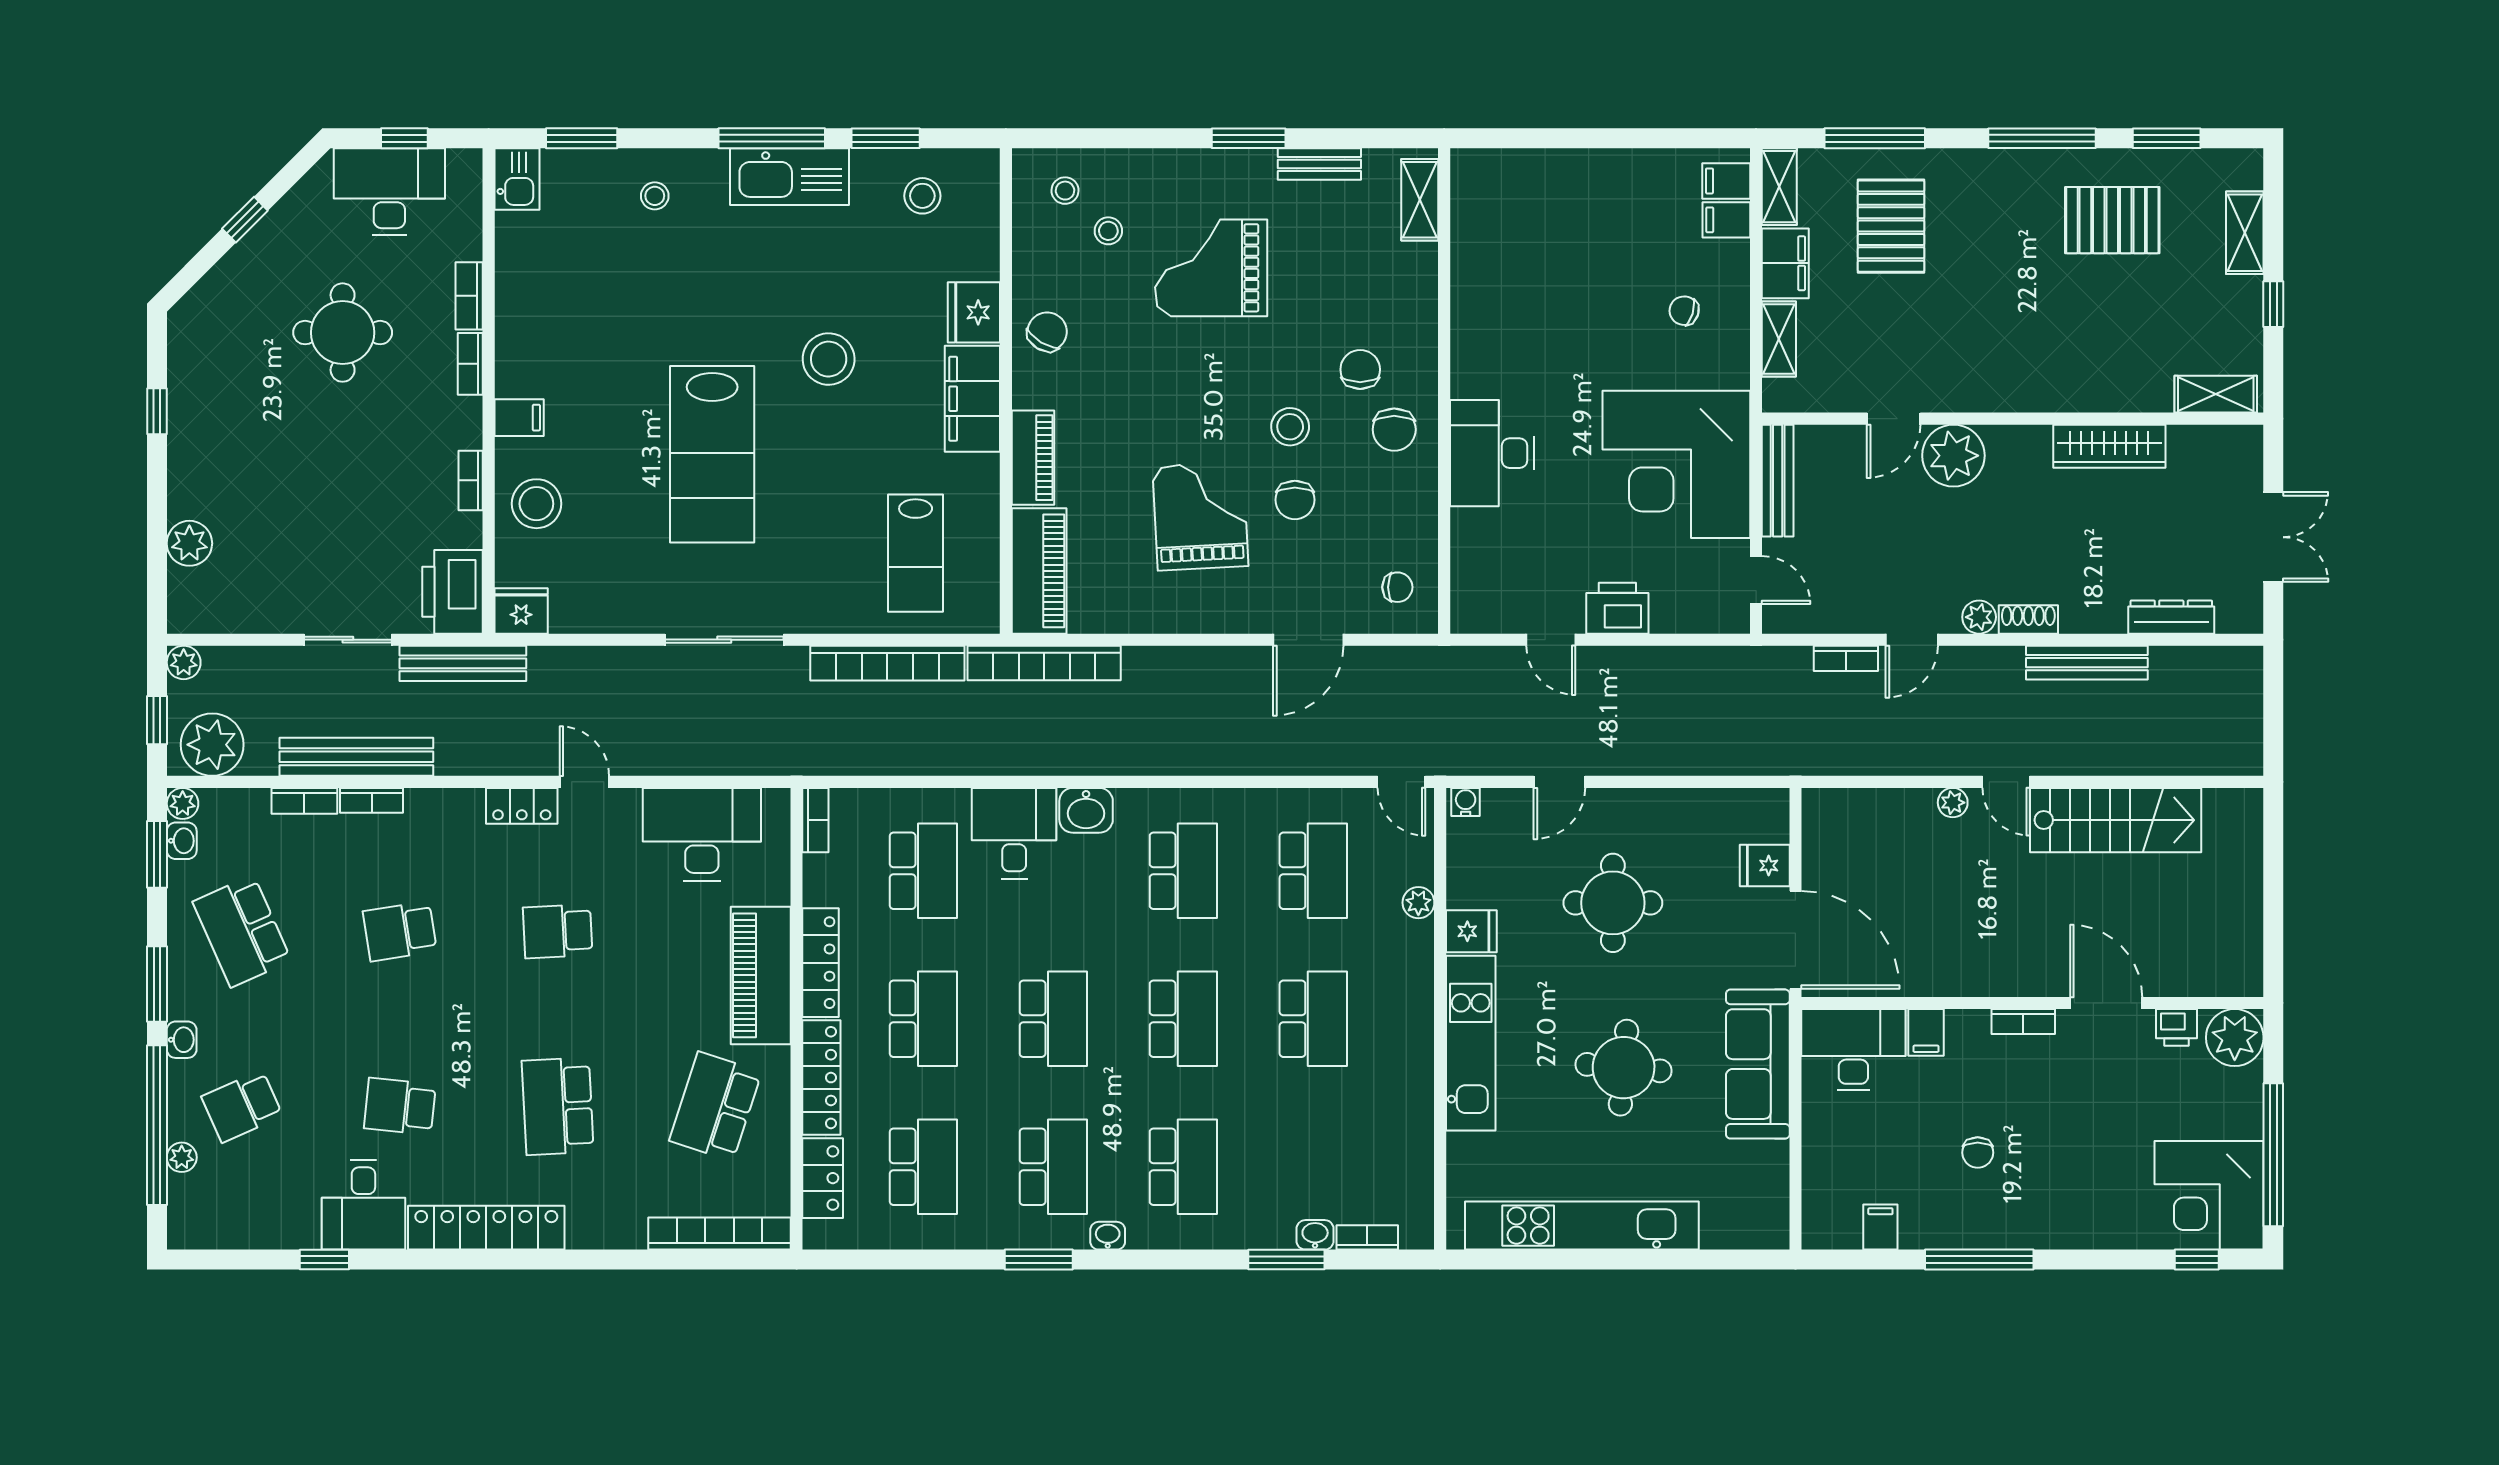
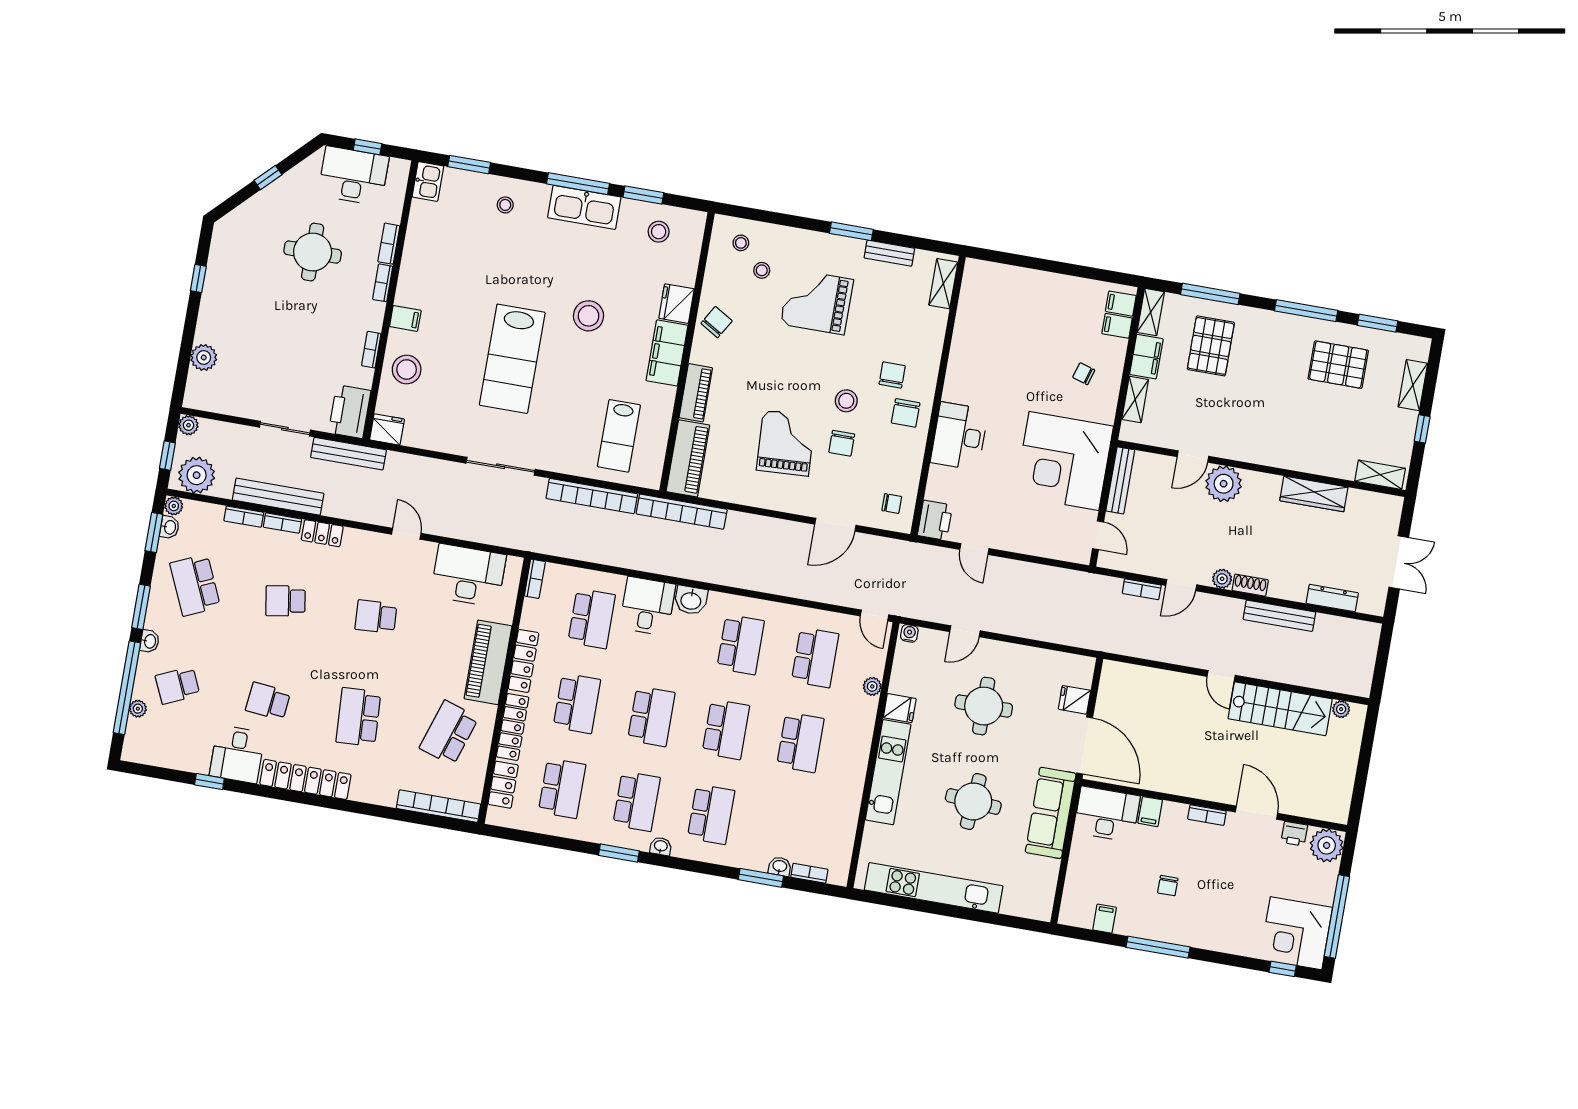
printer: (1617, 608) -> (935, 520), moved, turned 90
plant: (1953, 803) -> (1341, 709), moved
locker: (522, 806) -> (322, 533), moved

